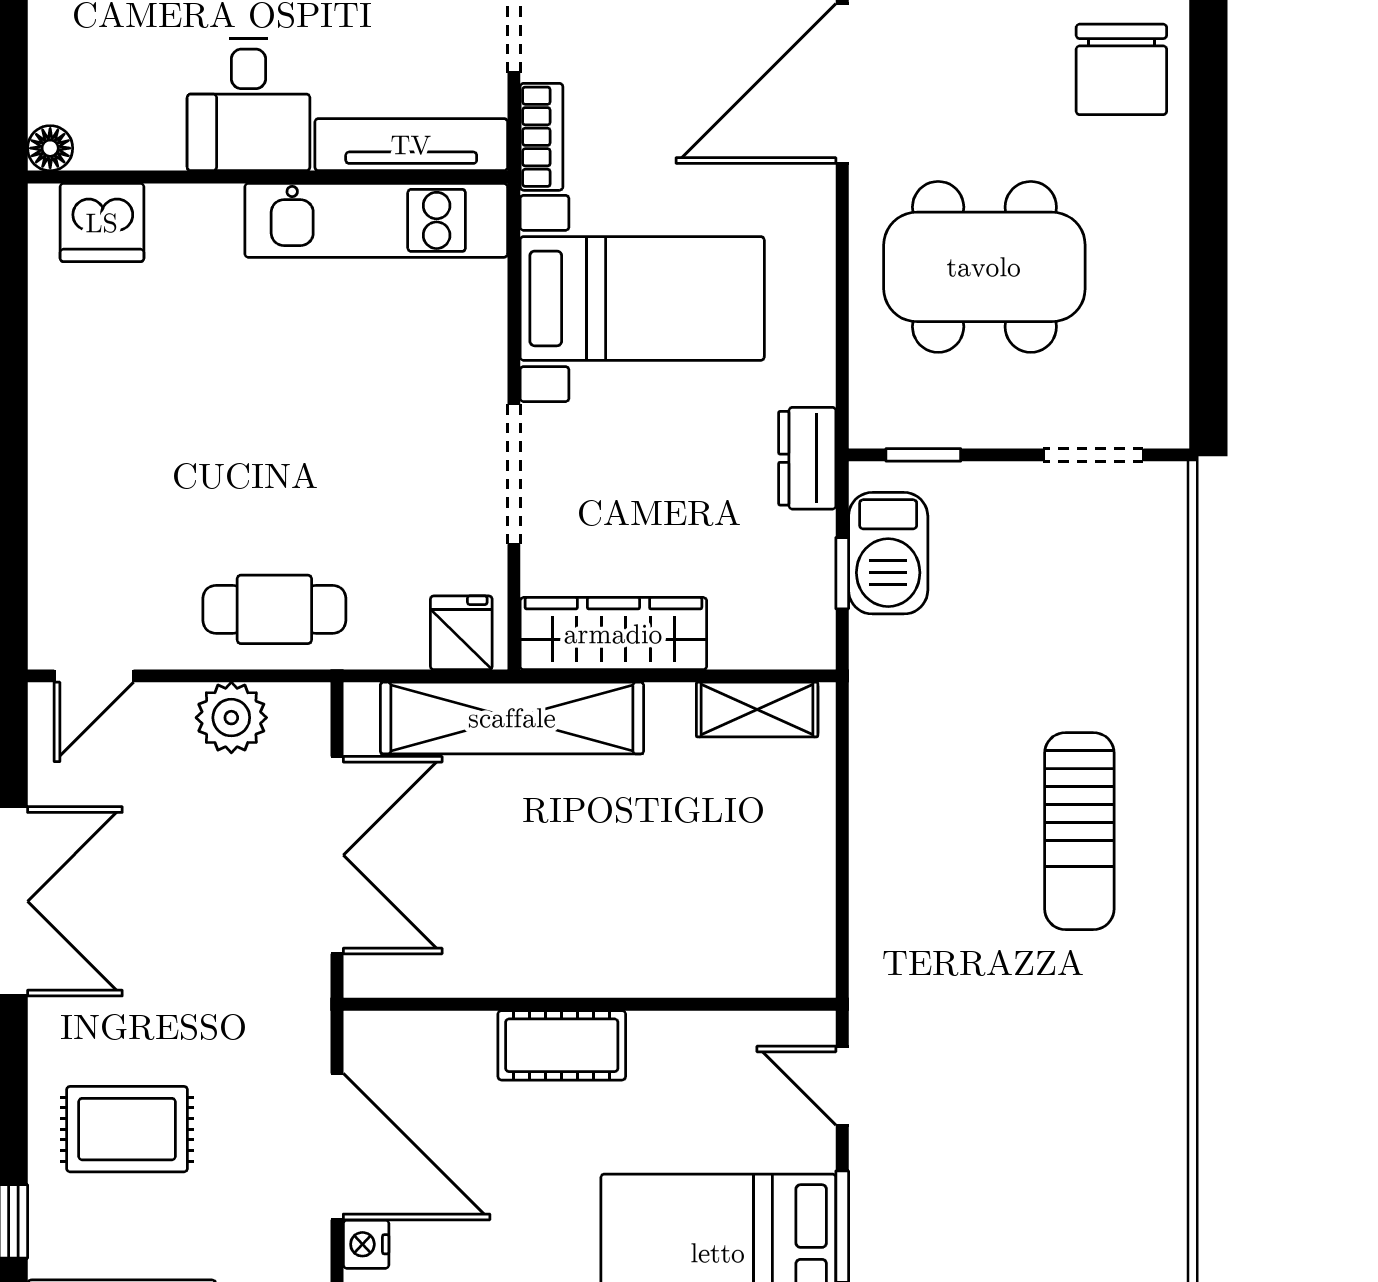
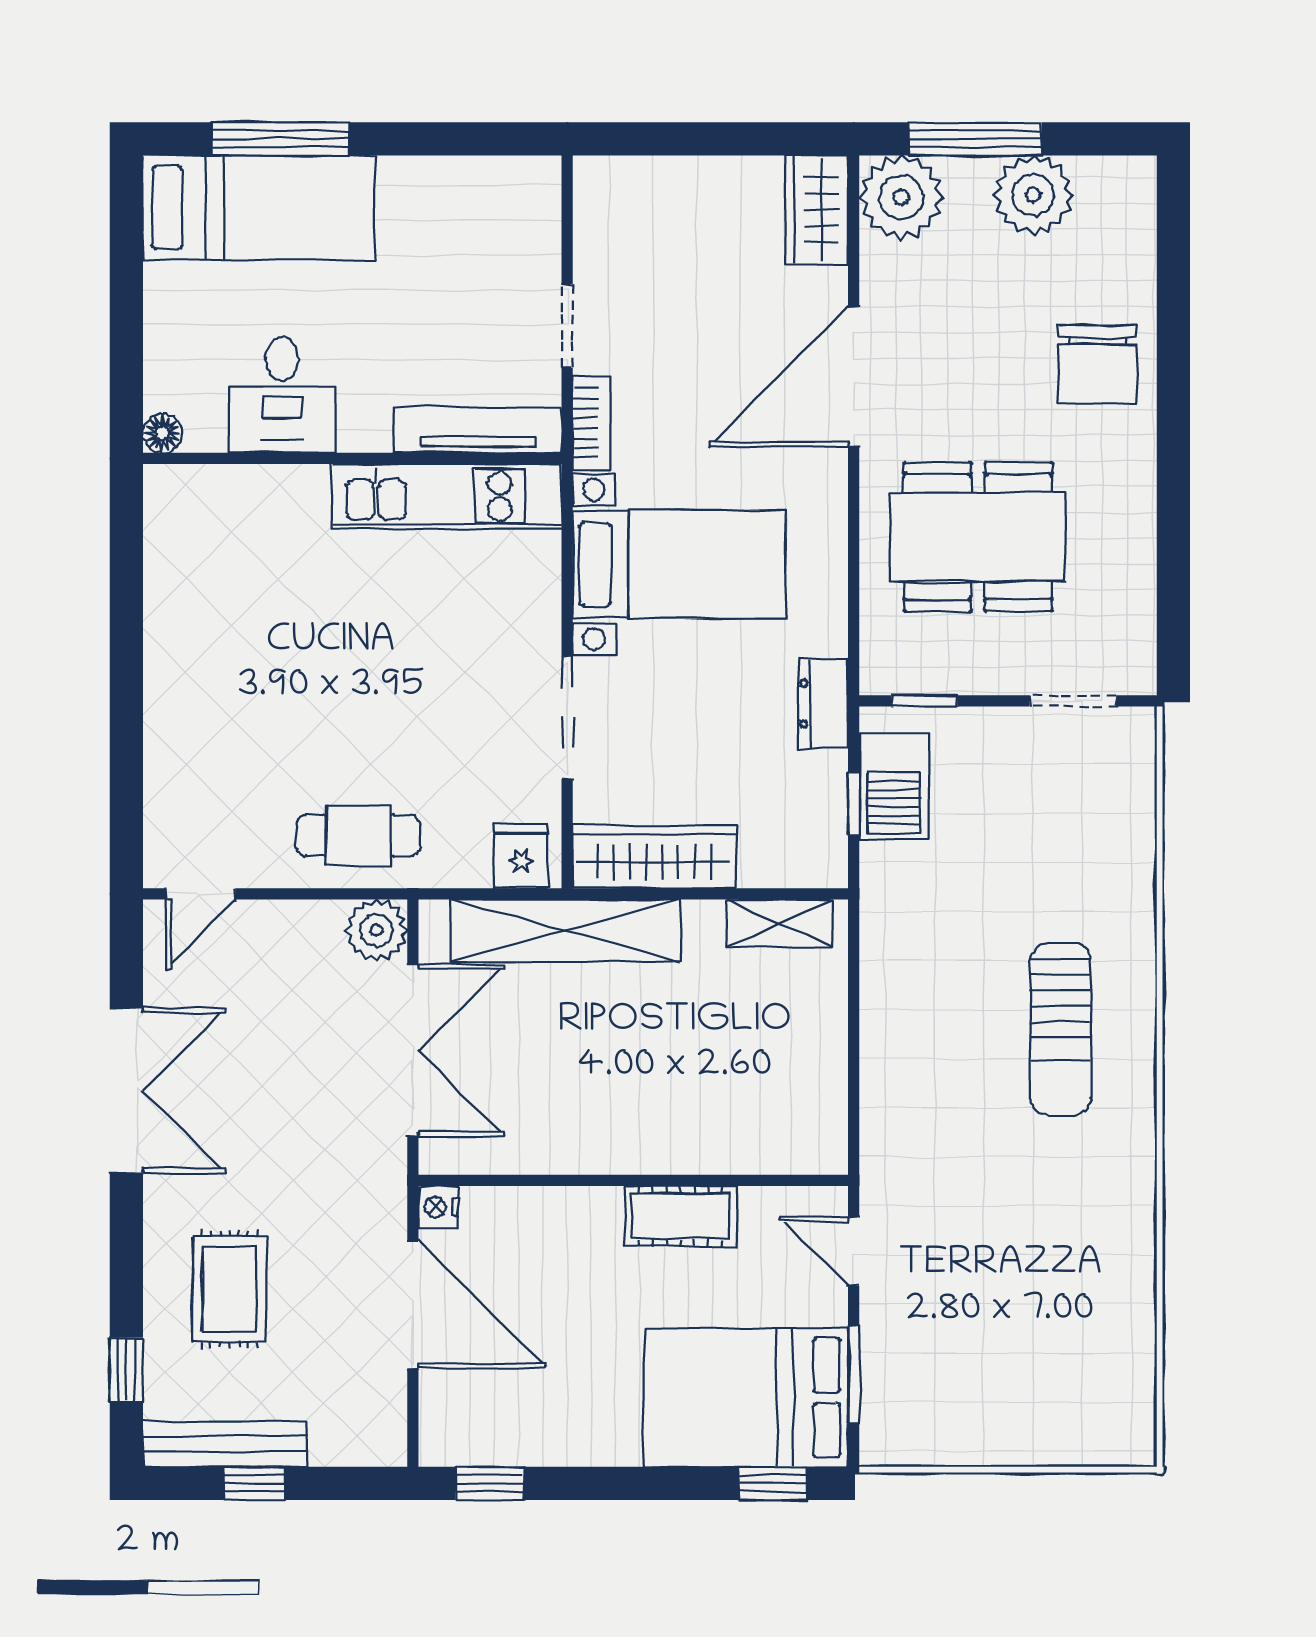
desk: (249, 105) -> (282, 395), moved
dishwasher: (102, 223) -> (208, 498), removed
plant: (231, 718) -> (377, 930), moved
cot: (562, 1045) -> (681, 1216), moved
rug: (127, 1129) -> (230, 1289), turned 90
nightstand: (366, 1244) -> (438, 1207), moved

